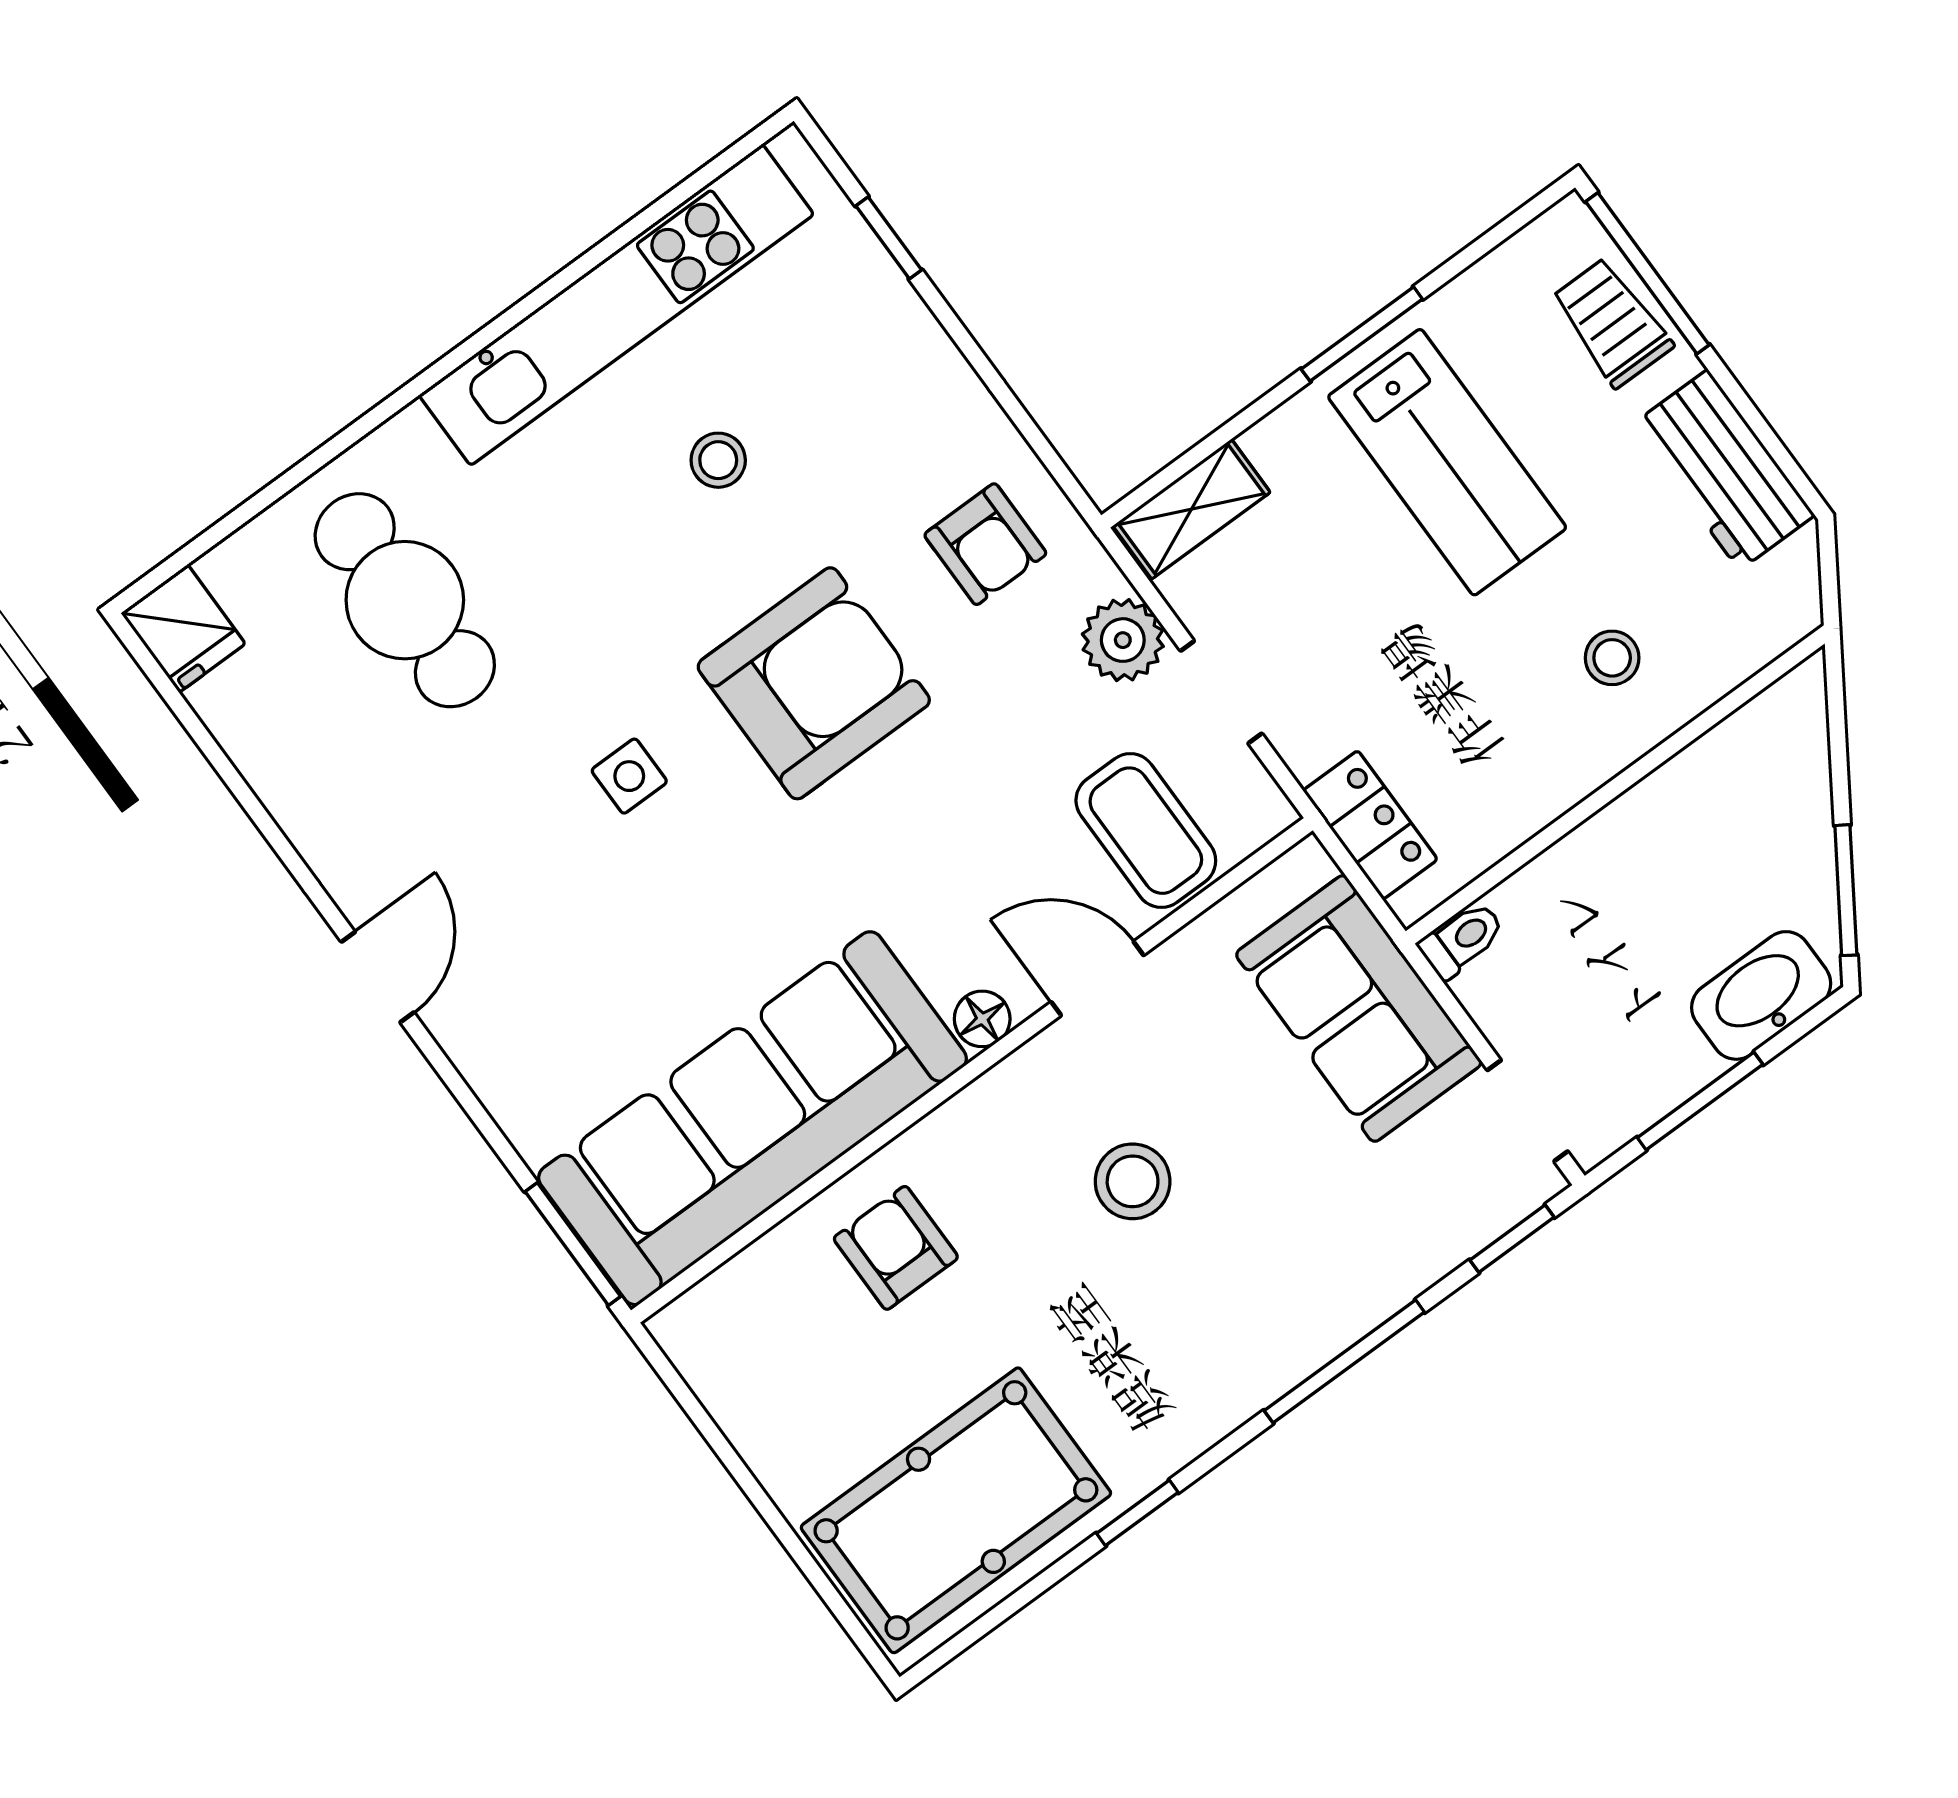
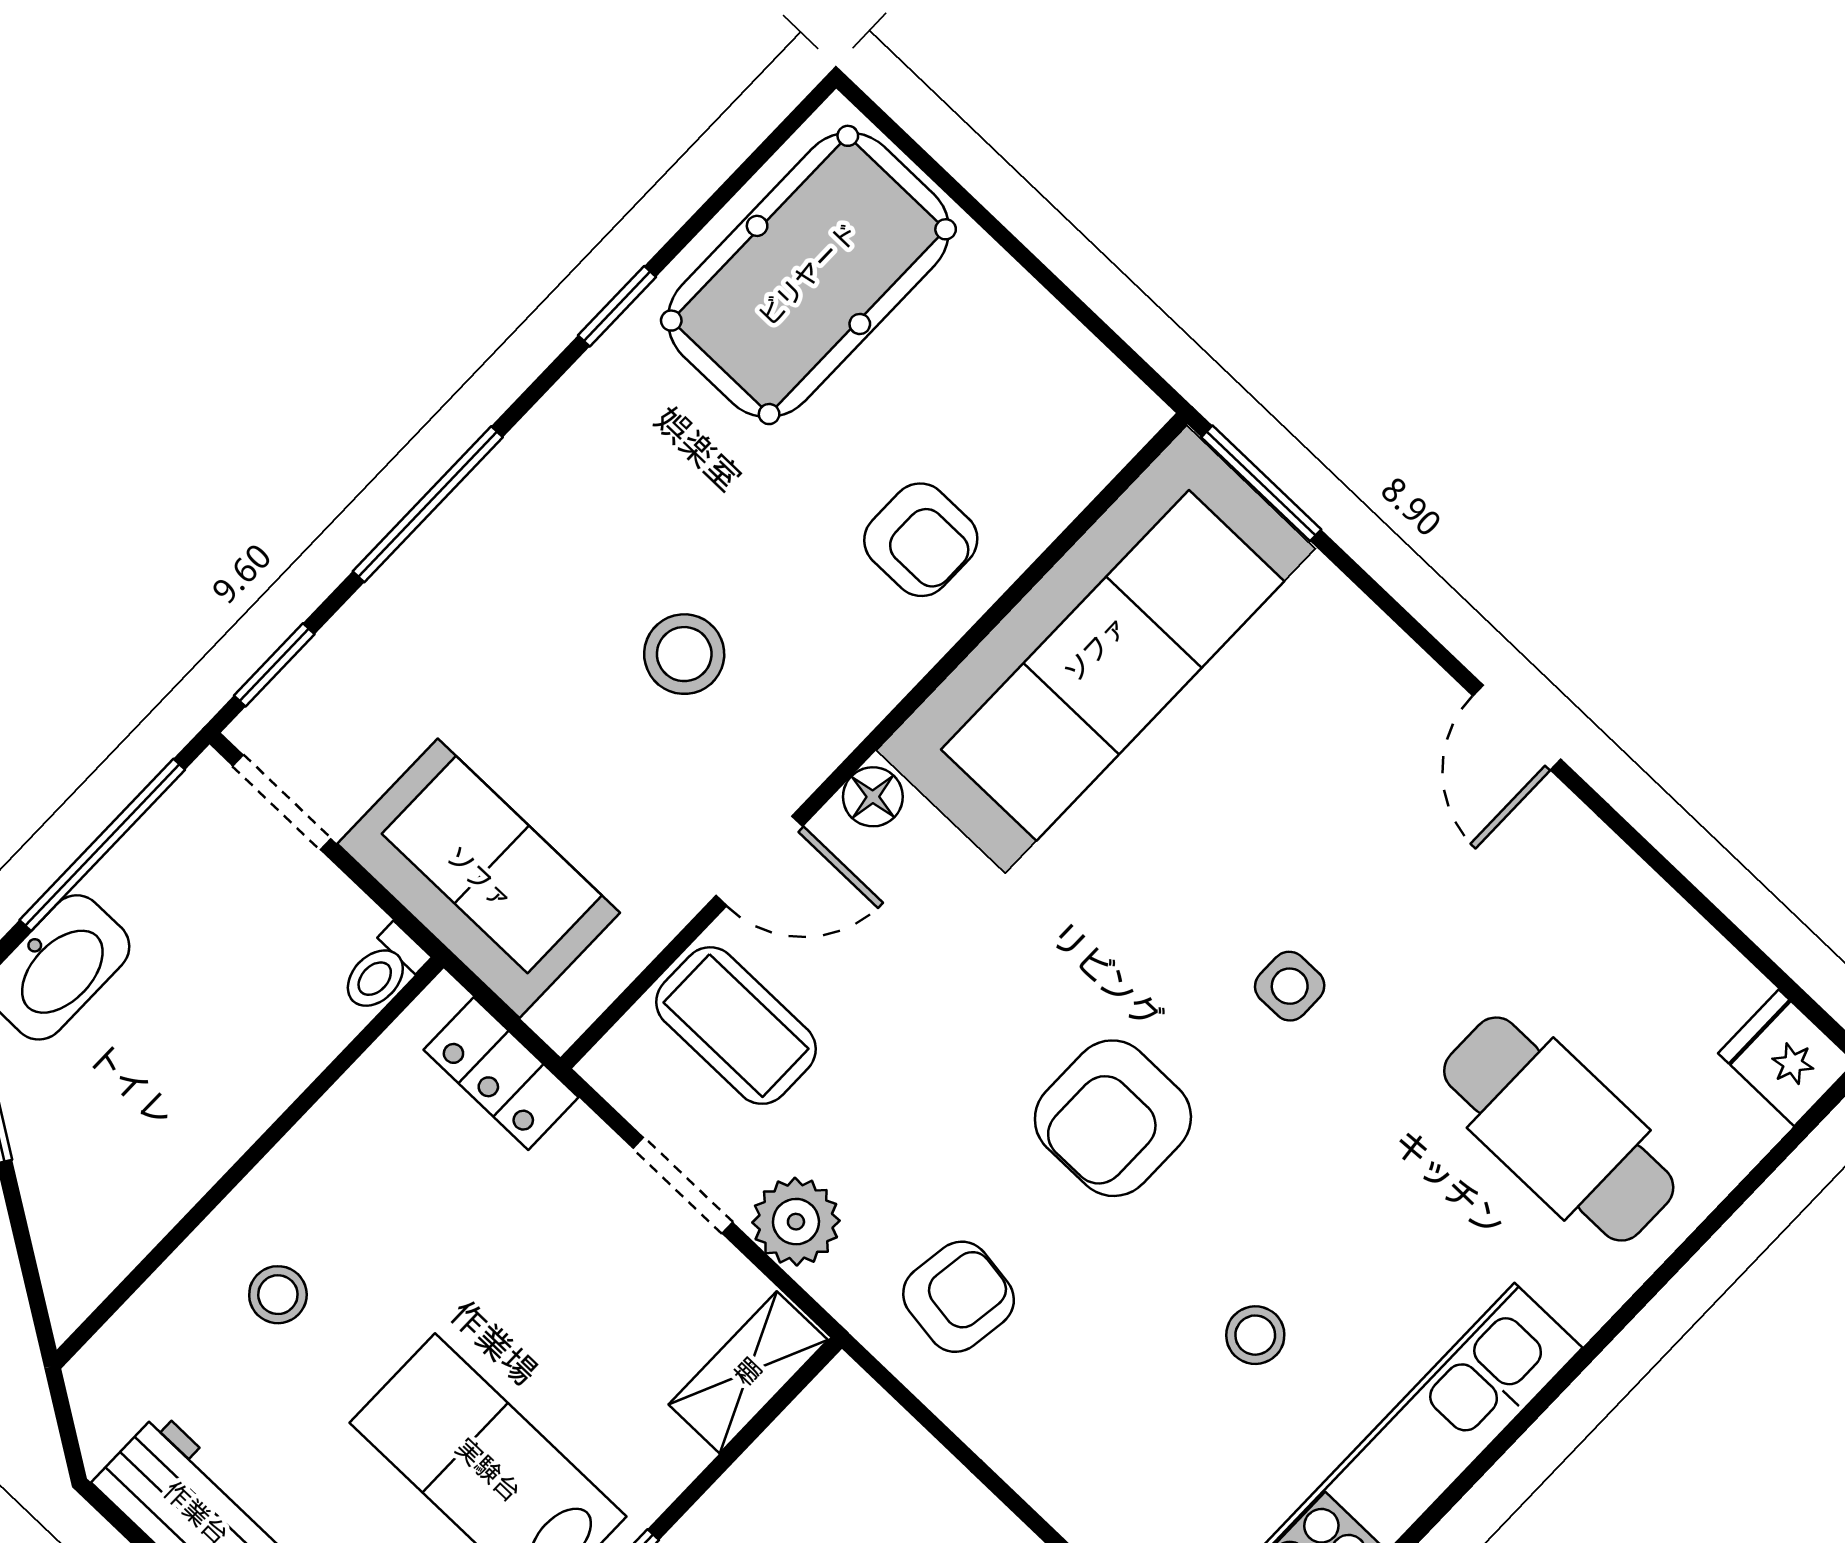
armchair: (985, 544) -> (959, 1297), turned 98
armchair: (814, 683) -> (1113, 1118), width x0.73, depth x0.73
window: (1700, 1101) -> (102, 845), width x1.44

